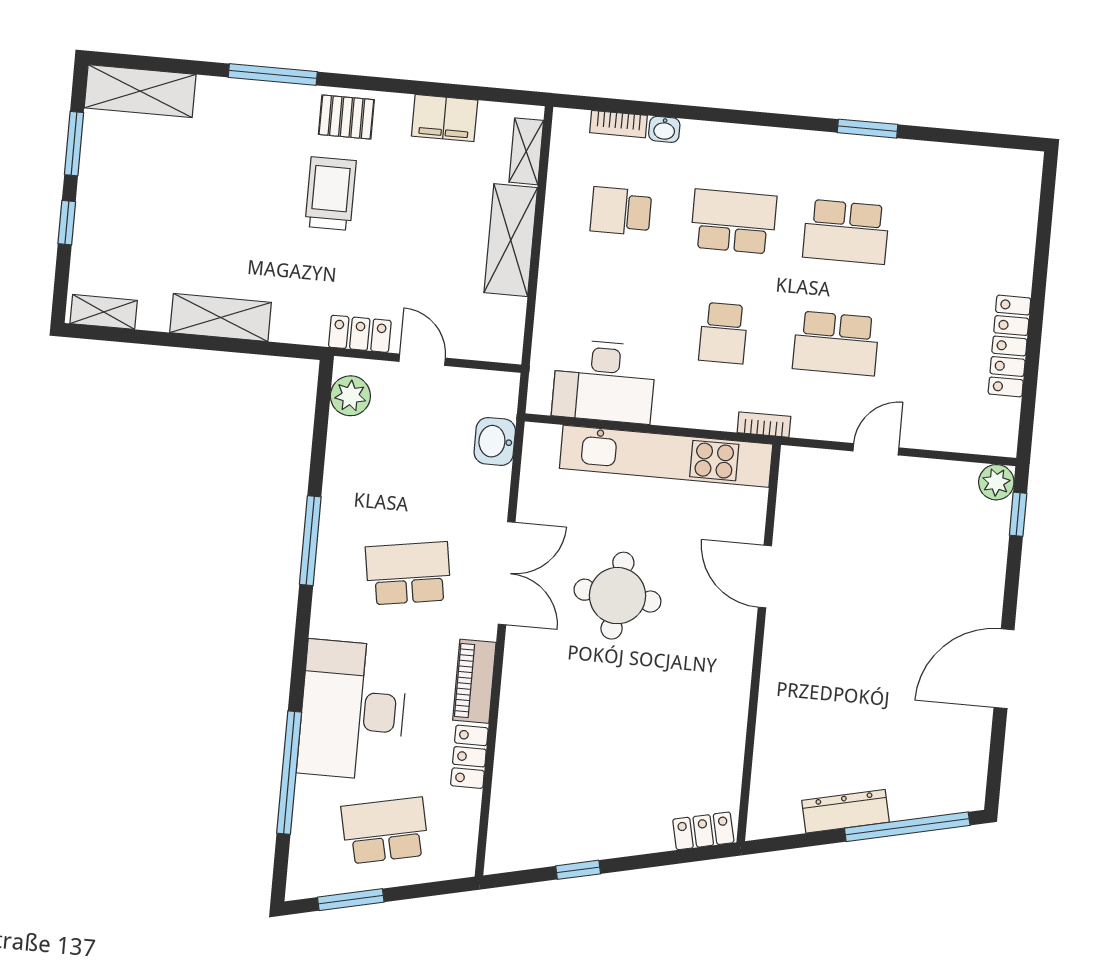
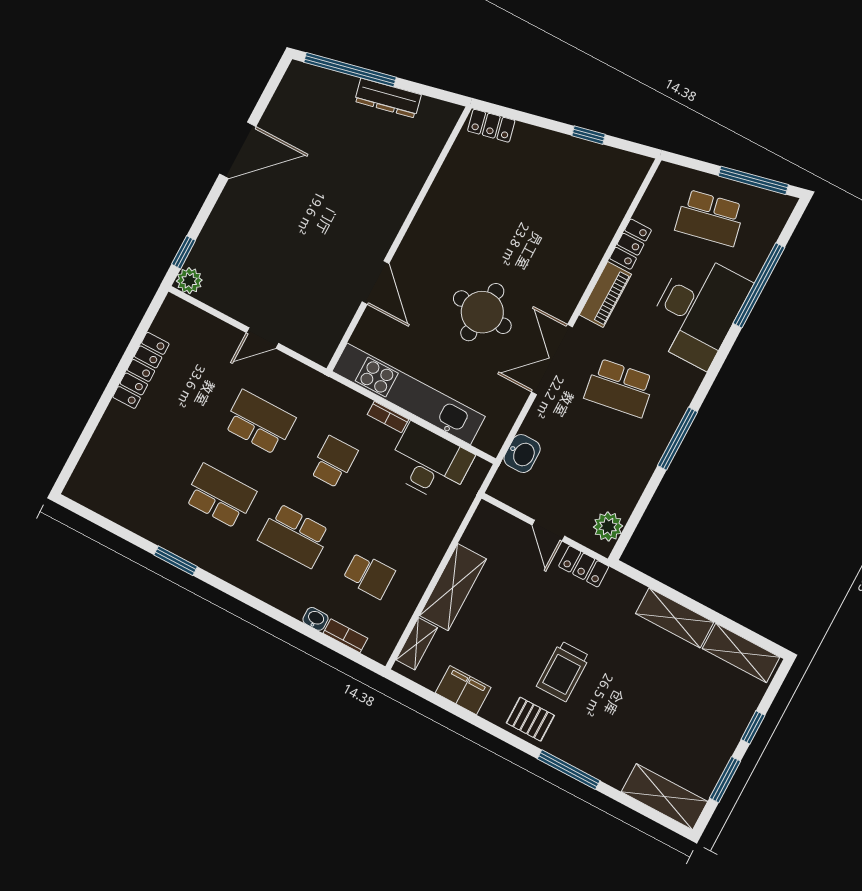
shelving: (104, 312) -> (741, 653), width x1.50, depth x1.33
bookcase: (764, 425) -> (388, 417), moved
window: (351, 900) -> (753, 180), width x1.44

